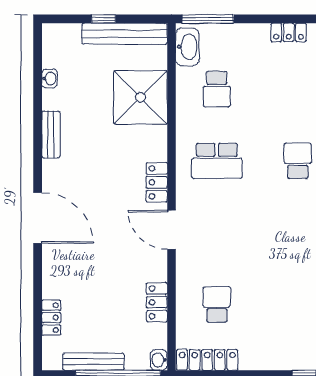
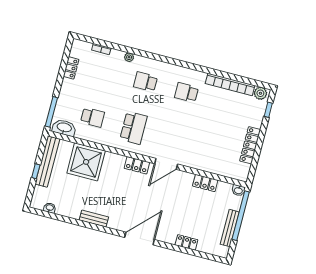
washbasin: (50, 78) -> (50, 208), moved
school desk: (217, 304) -> (186, 92), moved
locker: (51, 318) -> (186, 242), moved
locker: (207, 360) -> (250, 145), moved

